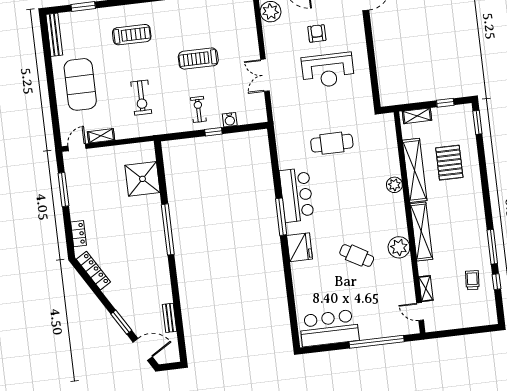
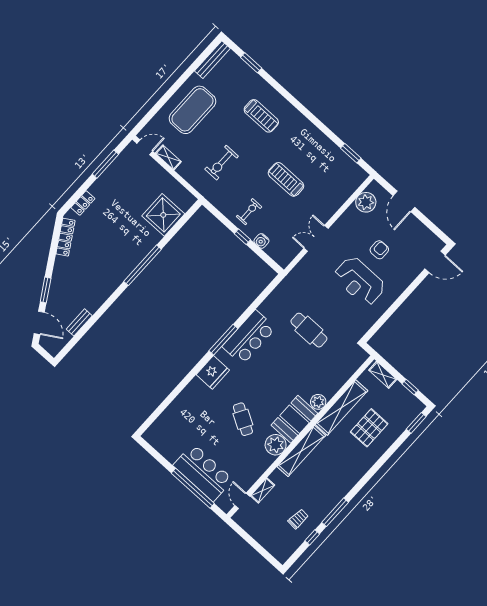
booth: (392, 215) -> (294, 419), added
bar counter: (329, 328) -> (203, 472), moved

